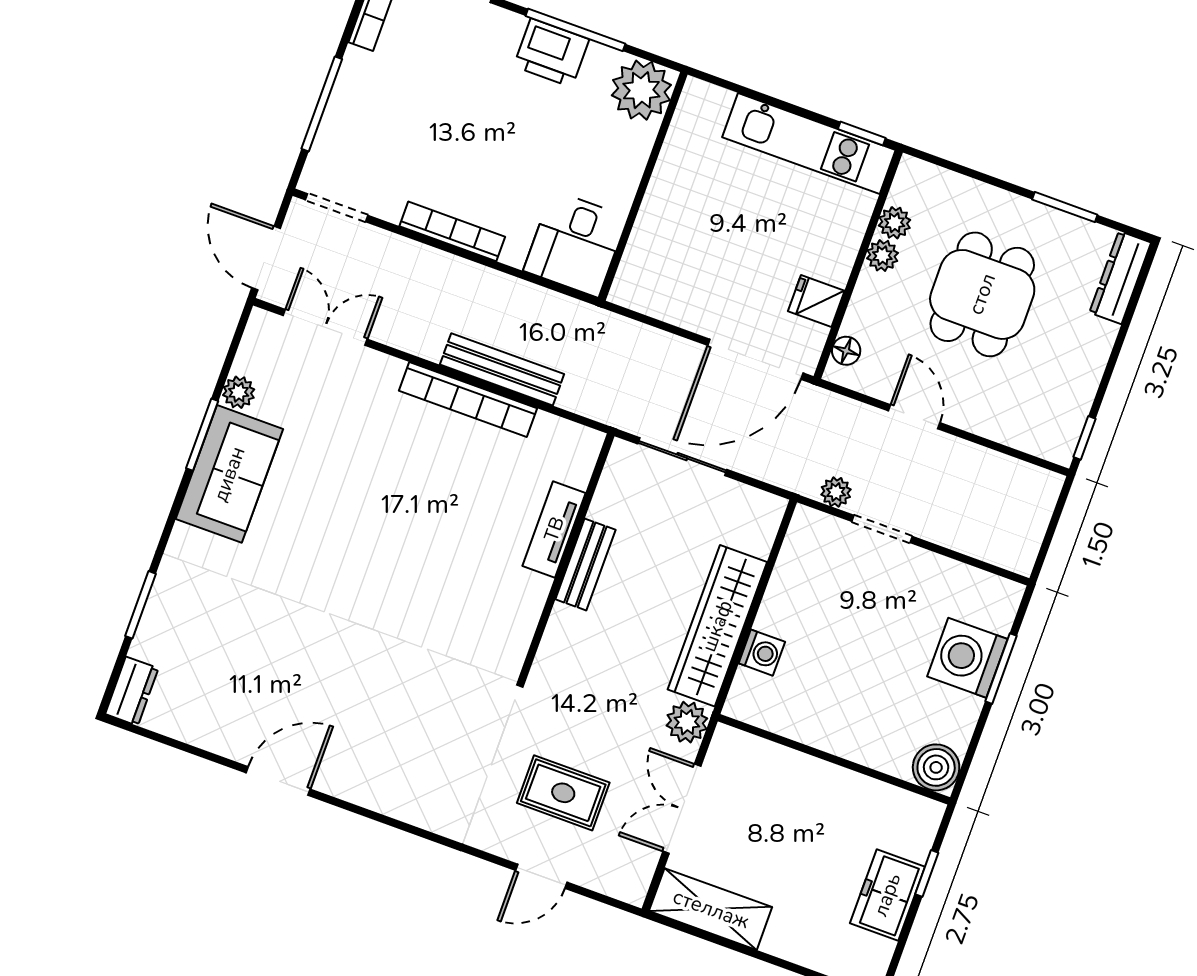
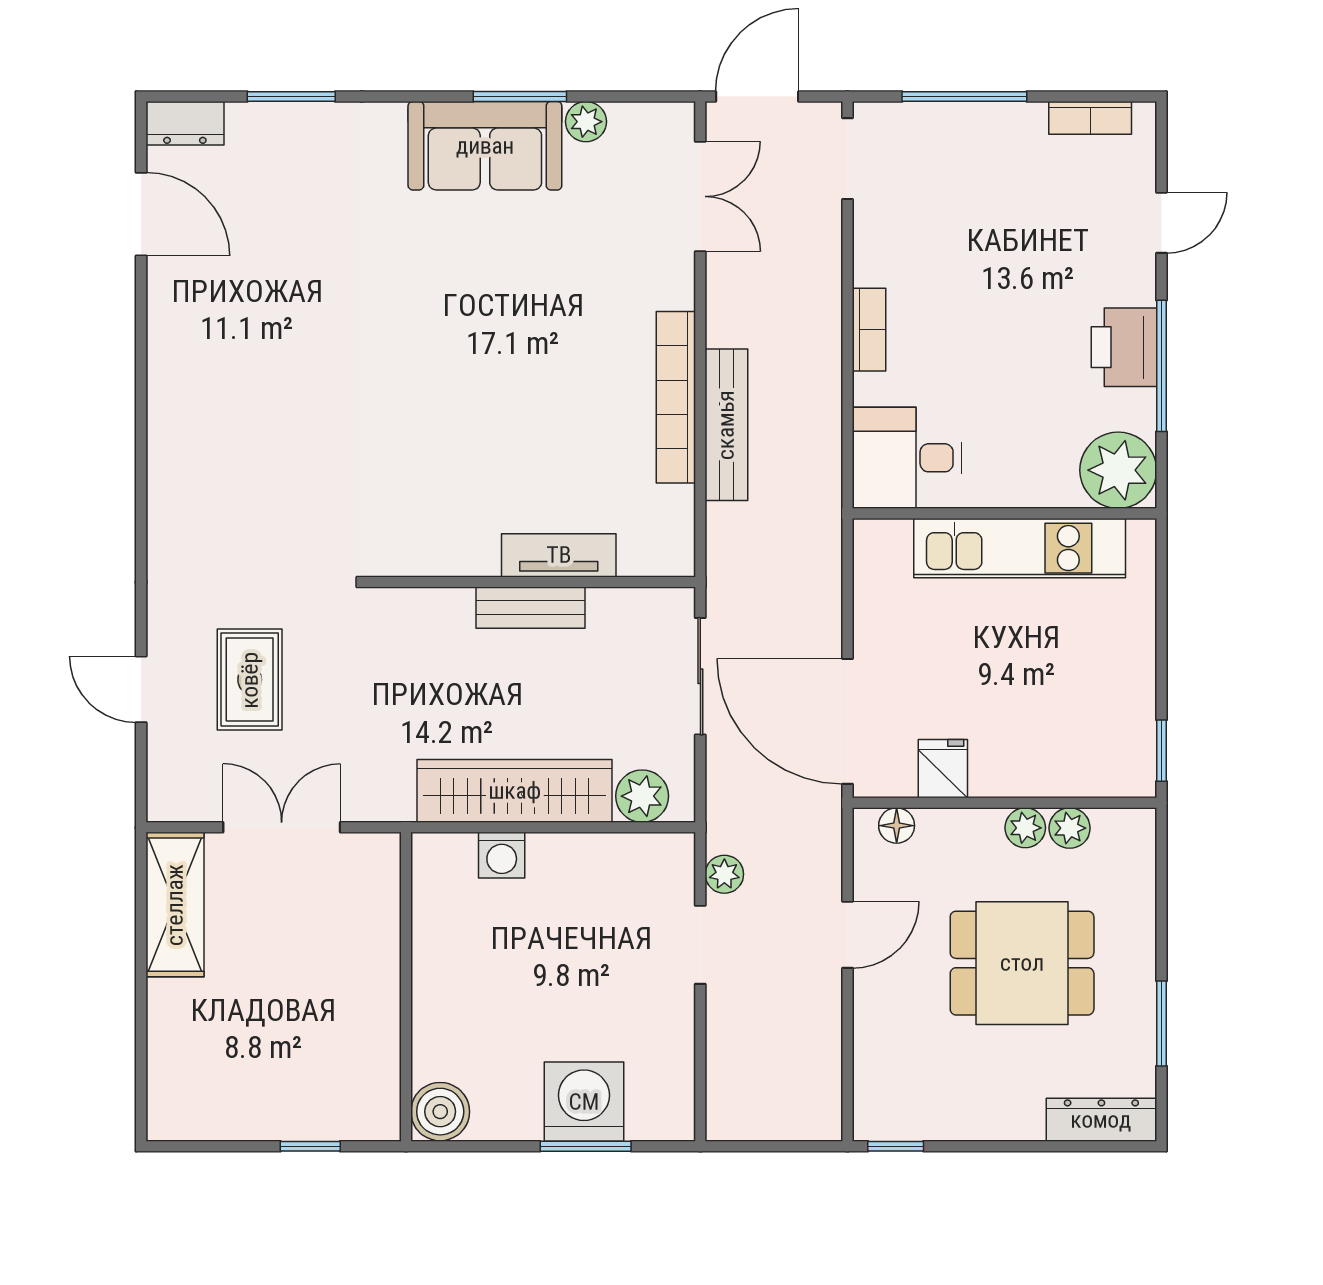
kitchen unit: (809, 144) -> (1020, 548), moved, turned -90
bookcase: (452, 231) -> (869, 330), width x0.64
plant: (687, 722) -> (642, 796), moved
door: (278, 781) -> (141, 214), moved
freezer: (887, 895) -> (268, 1109), removed

